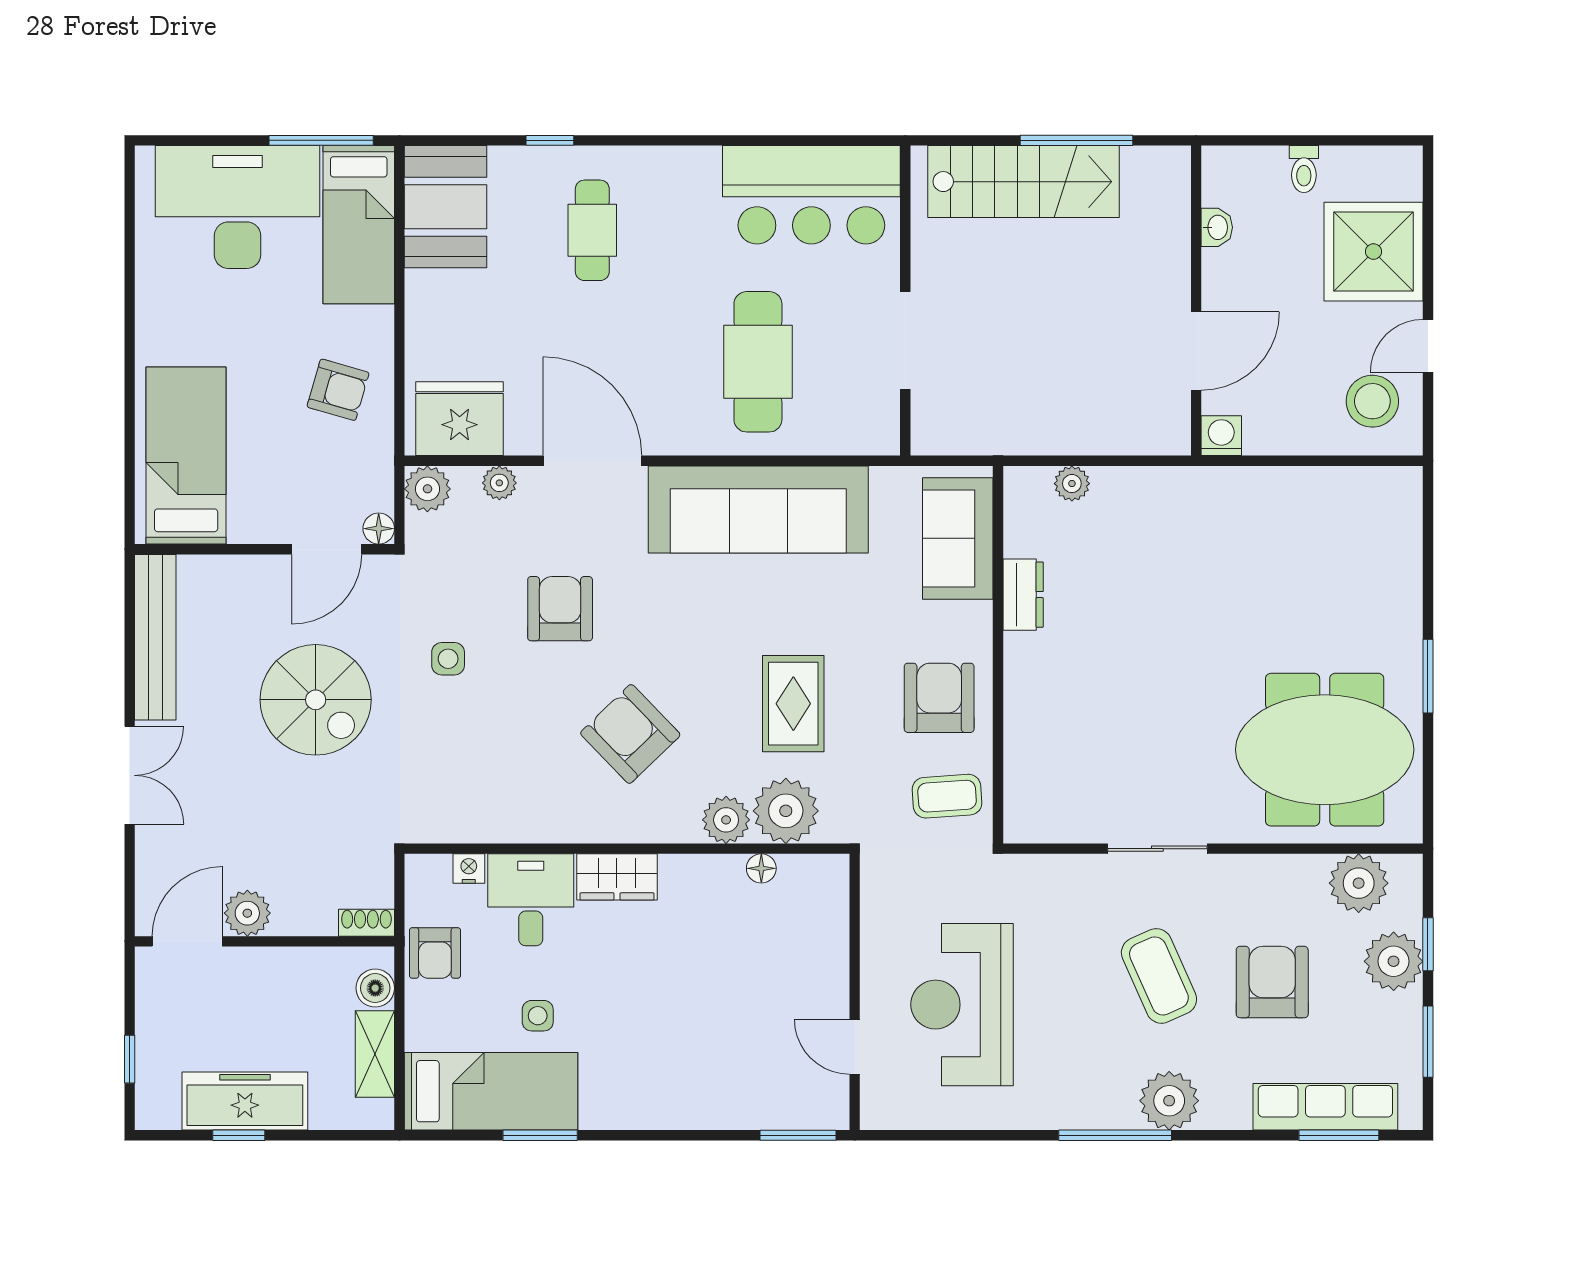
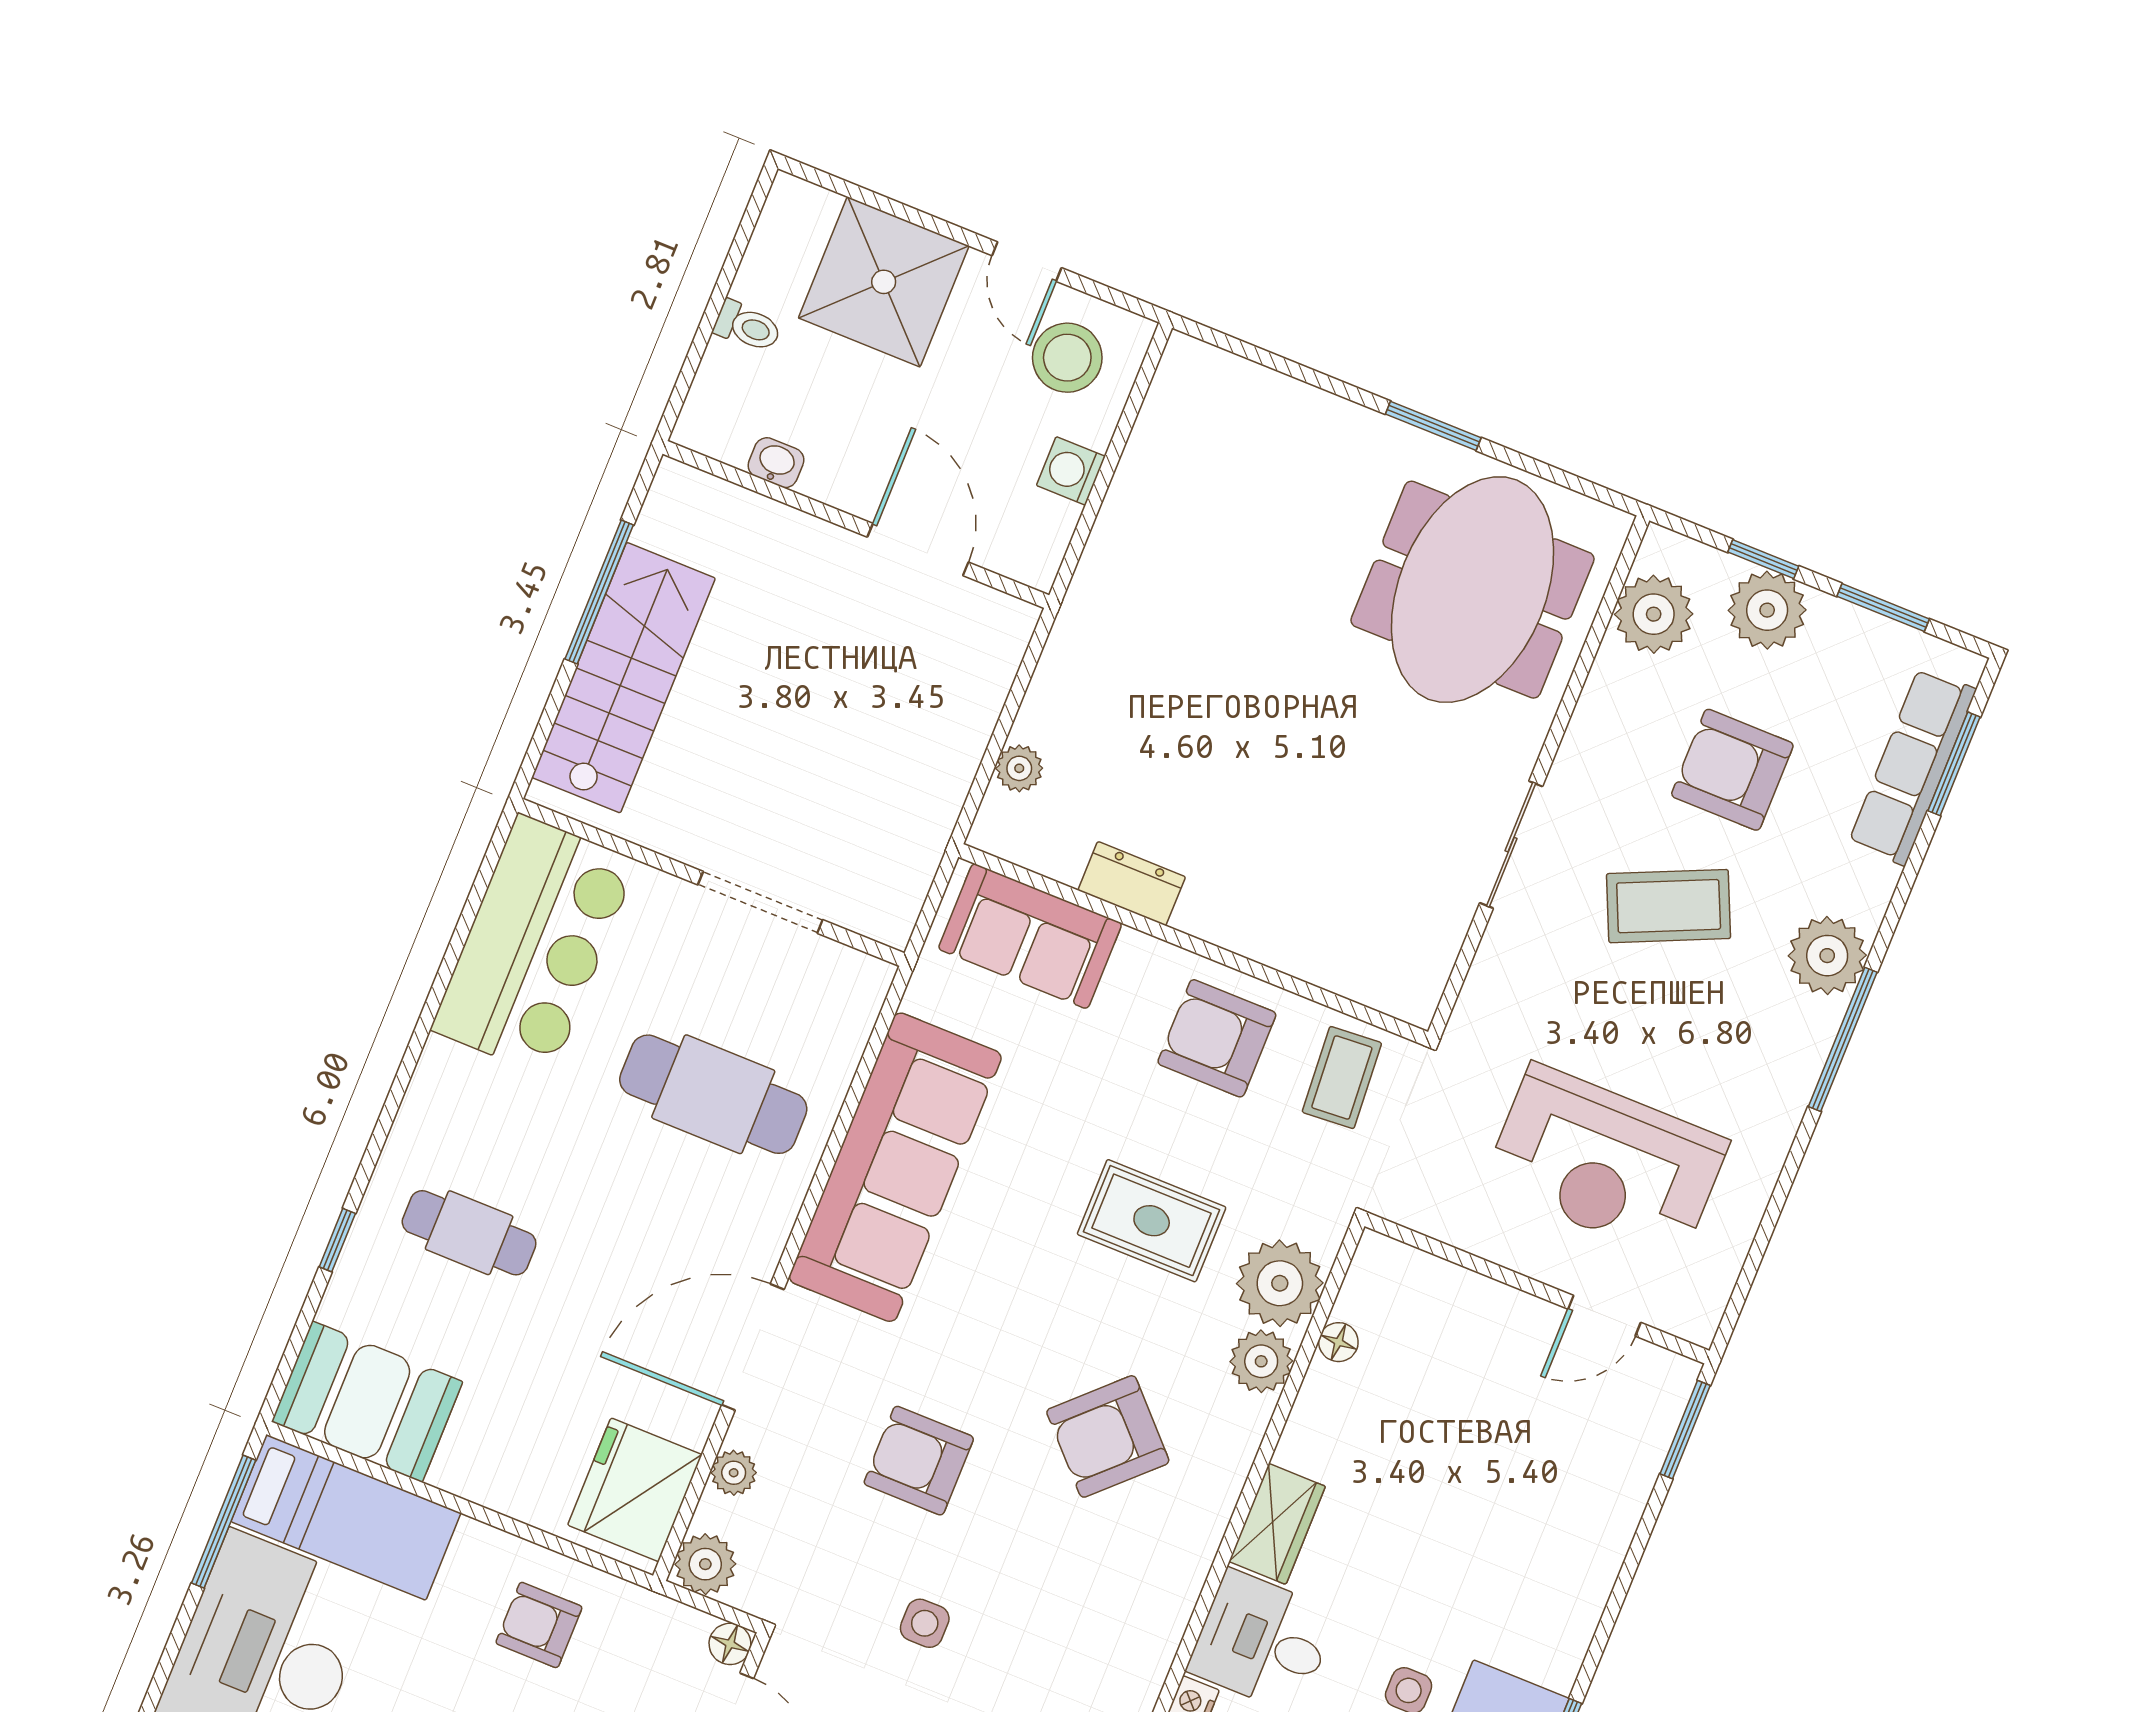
armchair: (338, 390) -> (539, 1625), turned -106
washing machine: (1221, 436) -> (1071, 471), moved

